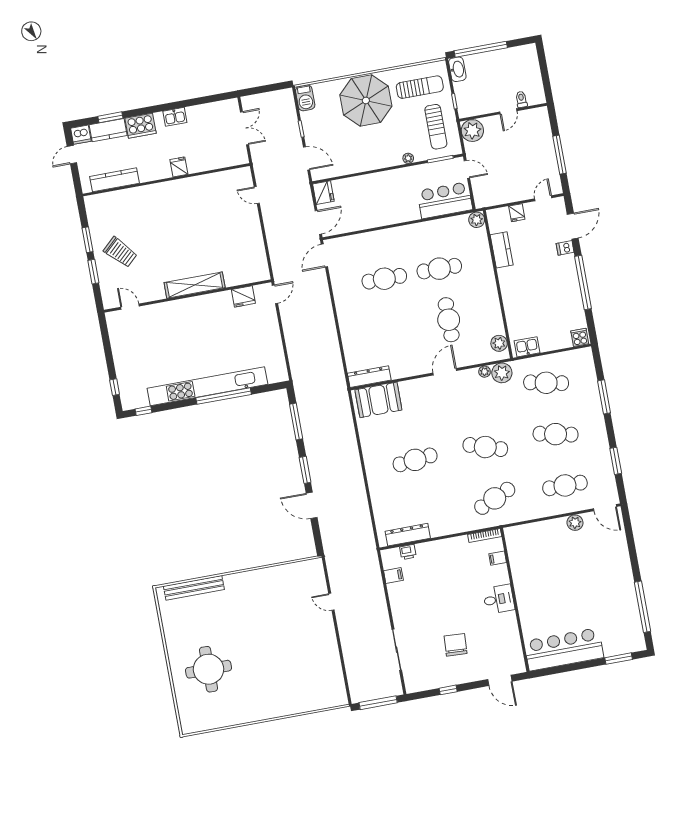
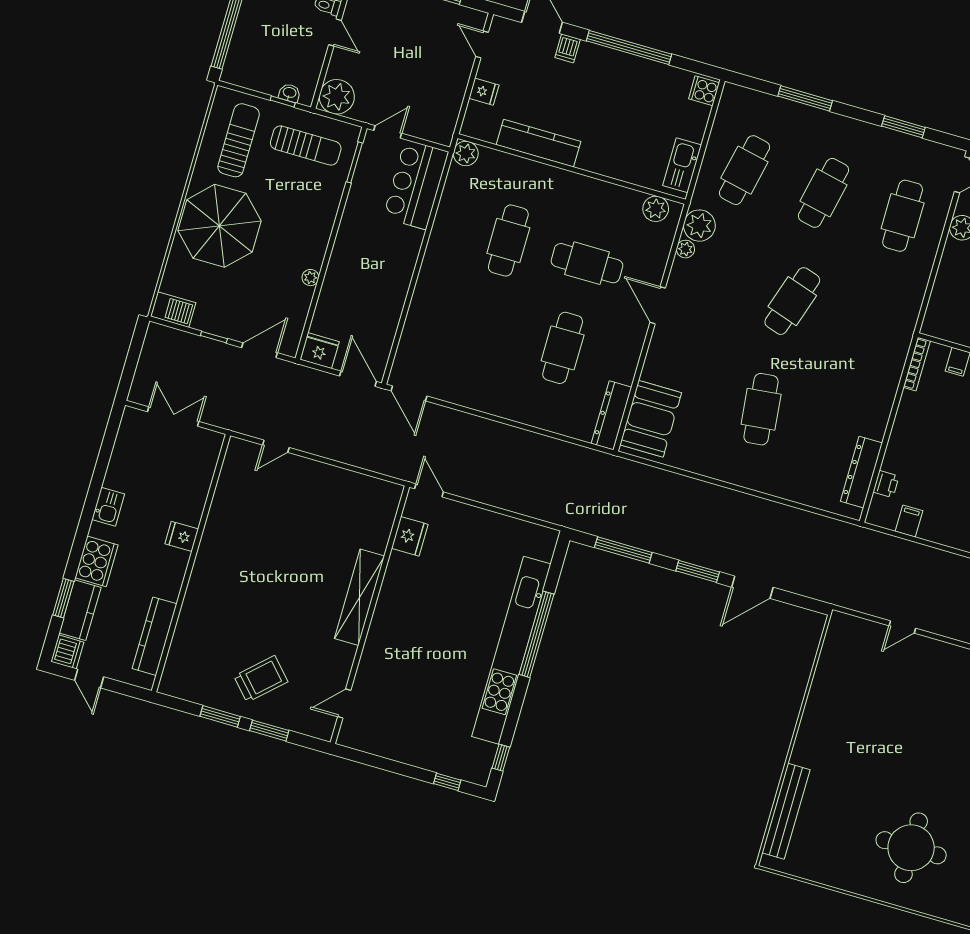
washbasin: (457, 69) -> (290, 93), moved, width x0.52, depth x0.69
plant: (408, 158) -> (310, 278), moved
kitchen counter: (502, 250) -> (539, 143), width x1.50
cafe table: (384, 279) -> (563, 348), moved
kitchen sink: (527, 347) -> (682, 165), width x1.38
cafe table: (495, 498) -> (871, 324), removed

